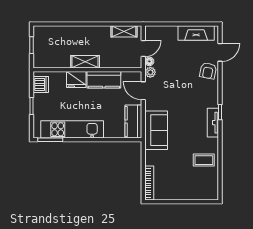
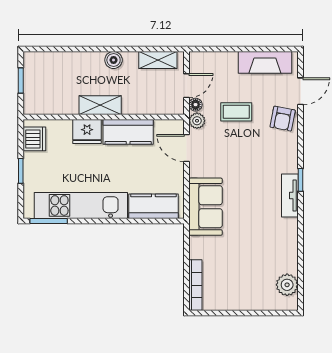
boiler: (94, 31) -> (114, 60), added
kitchen counter: (133, 122) -> (153, 206), moved, turned 90
coffee table: (204, 160) -> (236, 112), moved
plant: (211, 183) -> (287, 285), added

